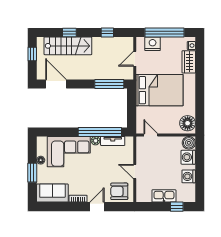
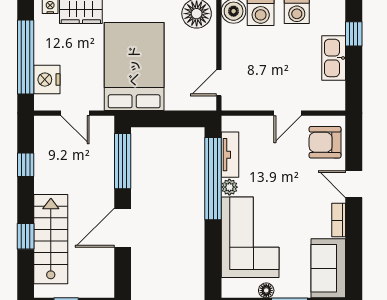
door: (56, 84) -> (123, 228), moved
armchair: (119, 191) -> (325, 142), turned 90

